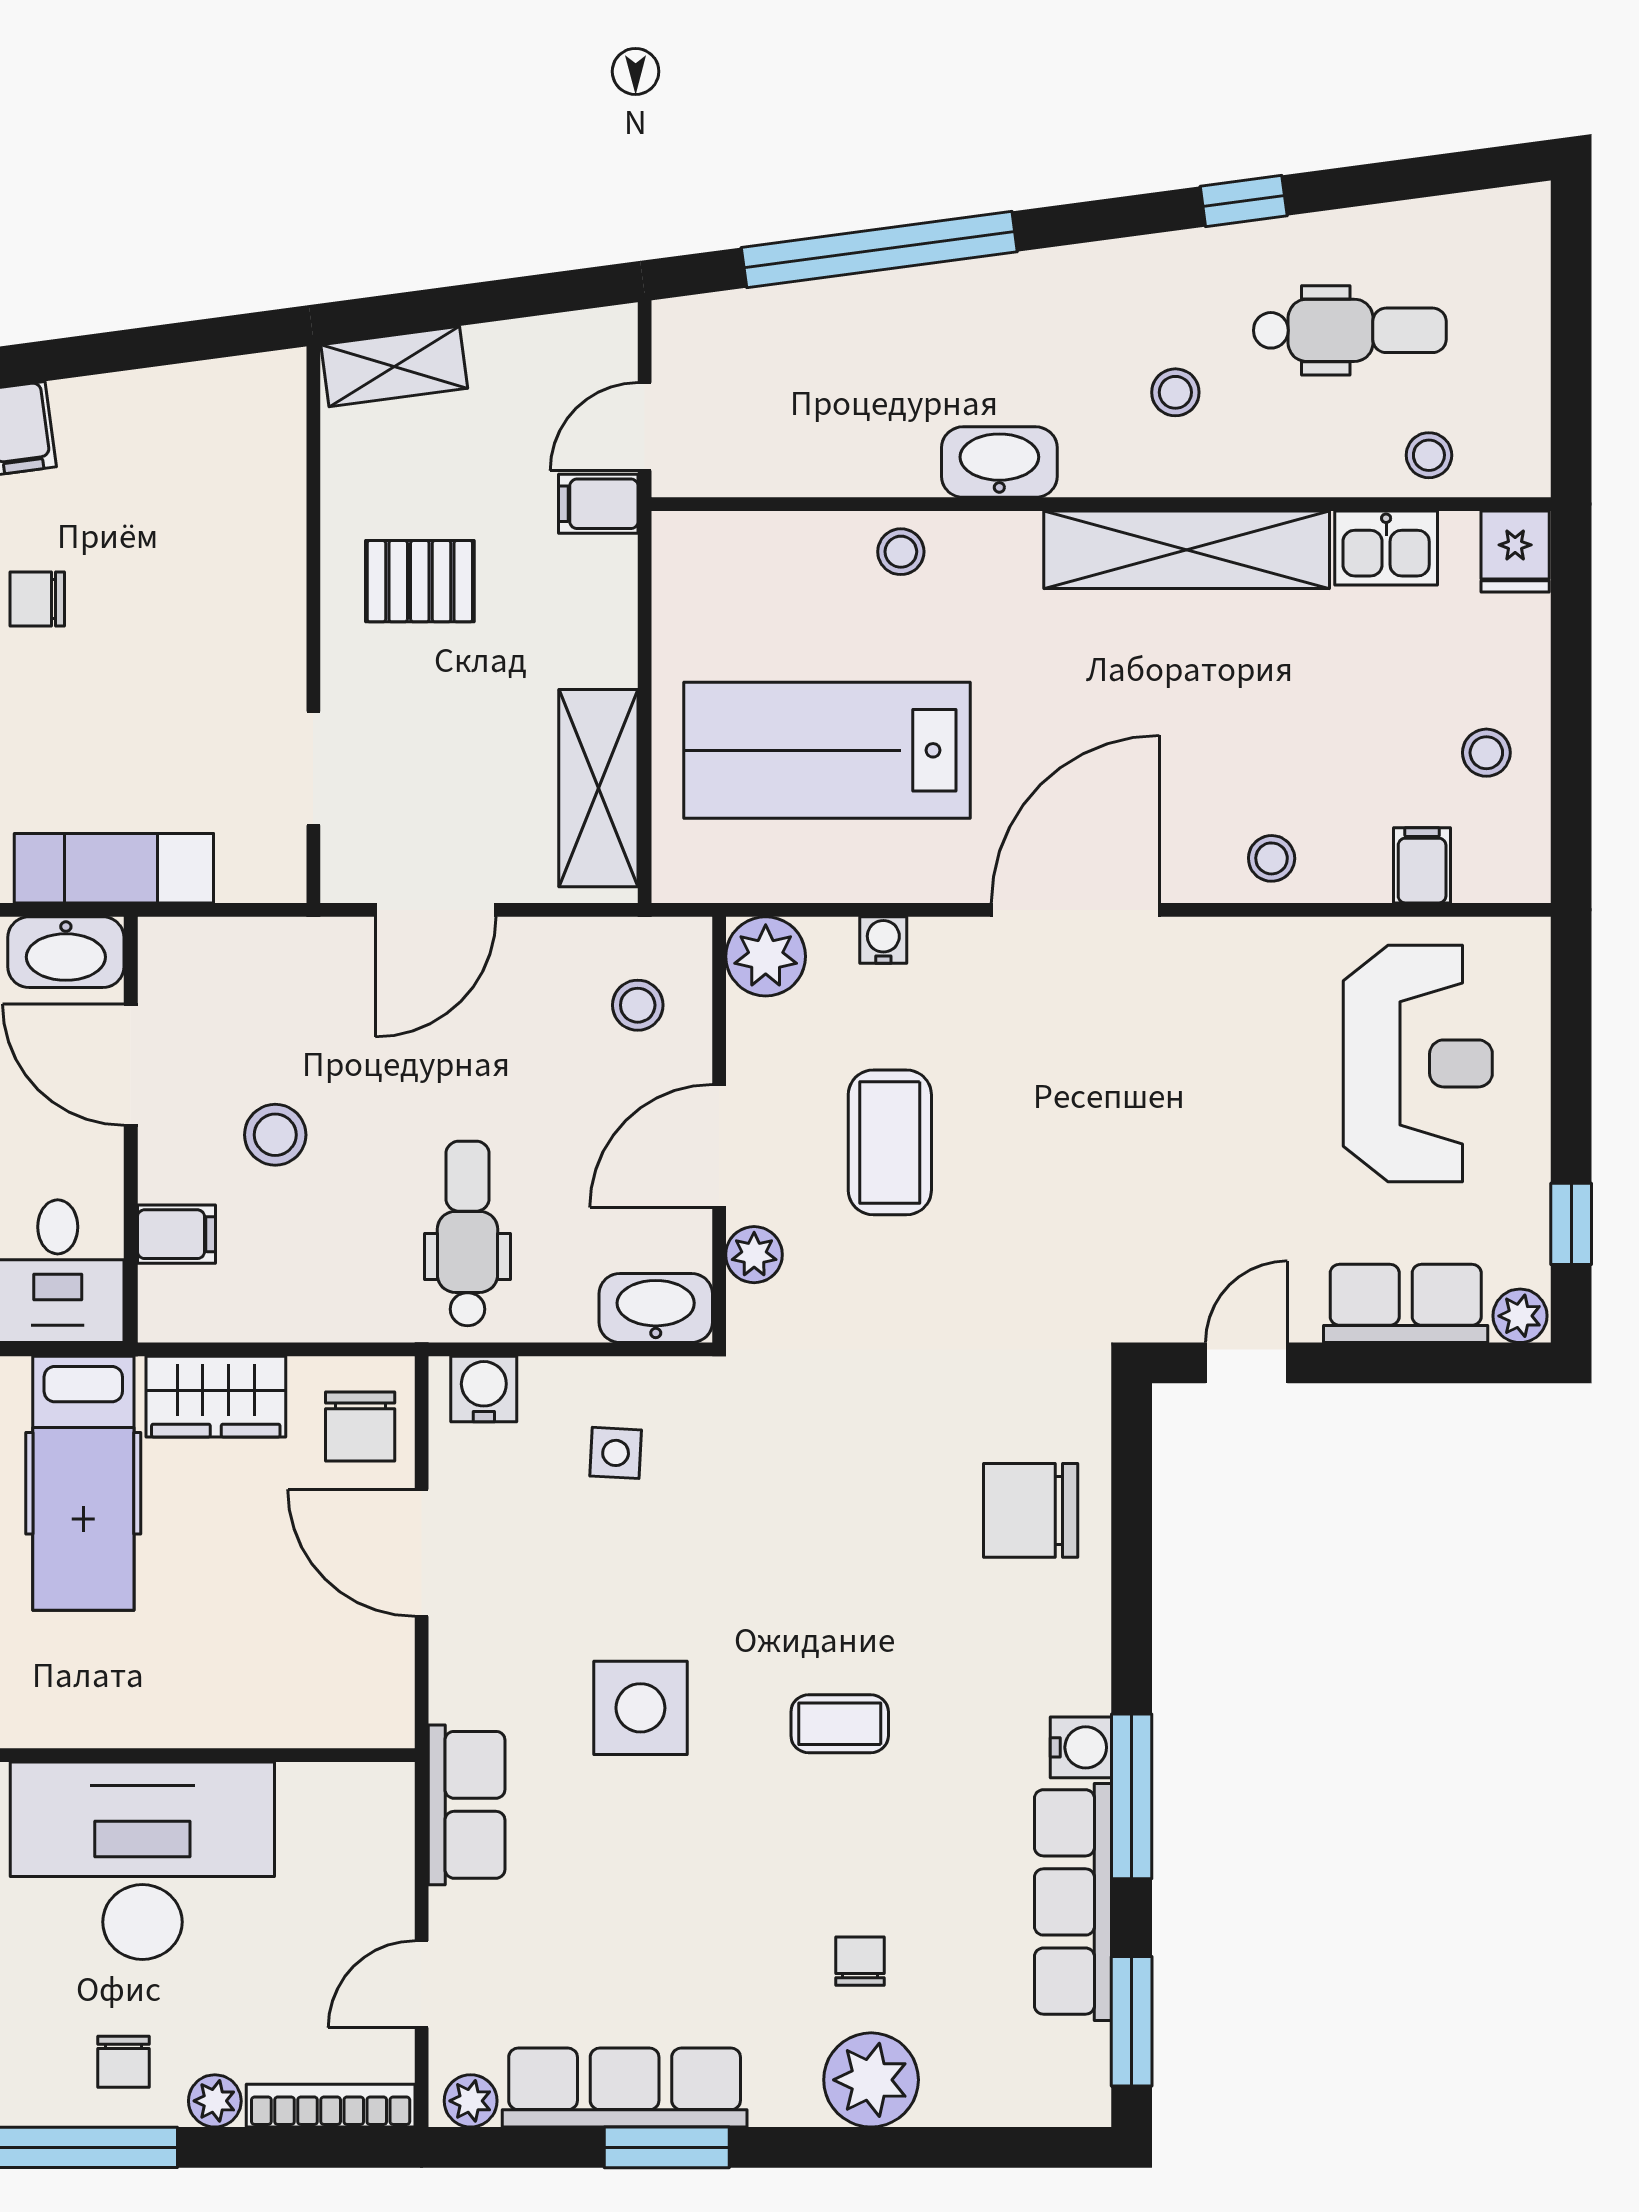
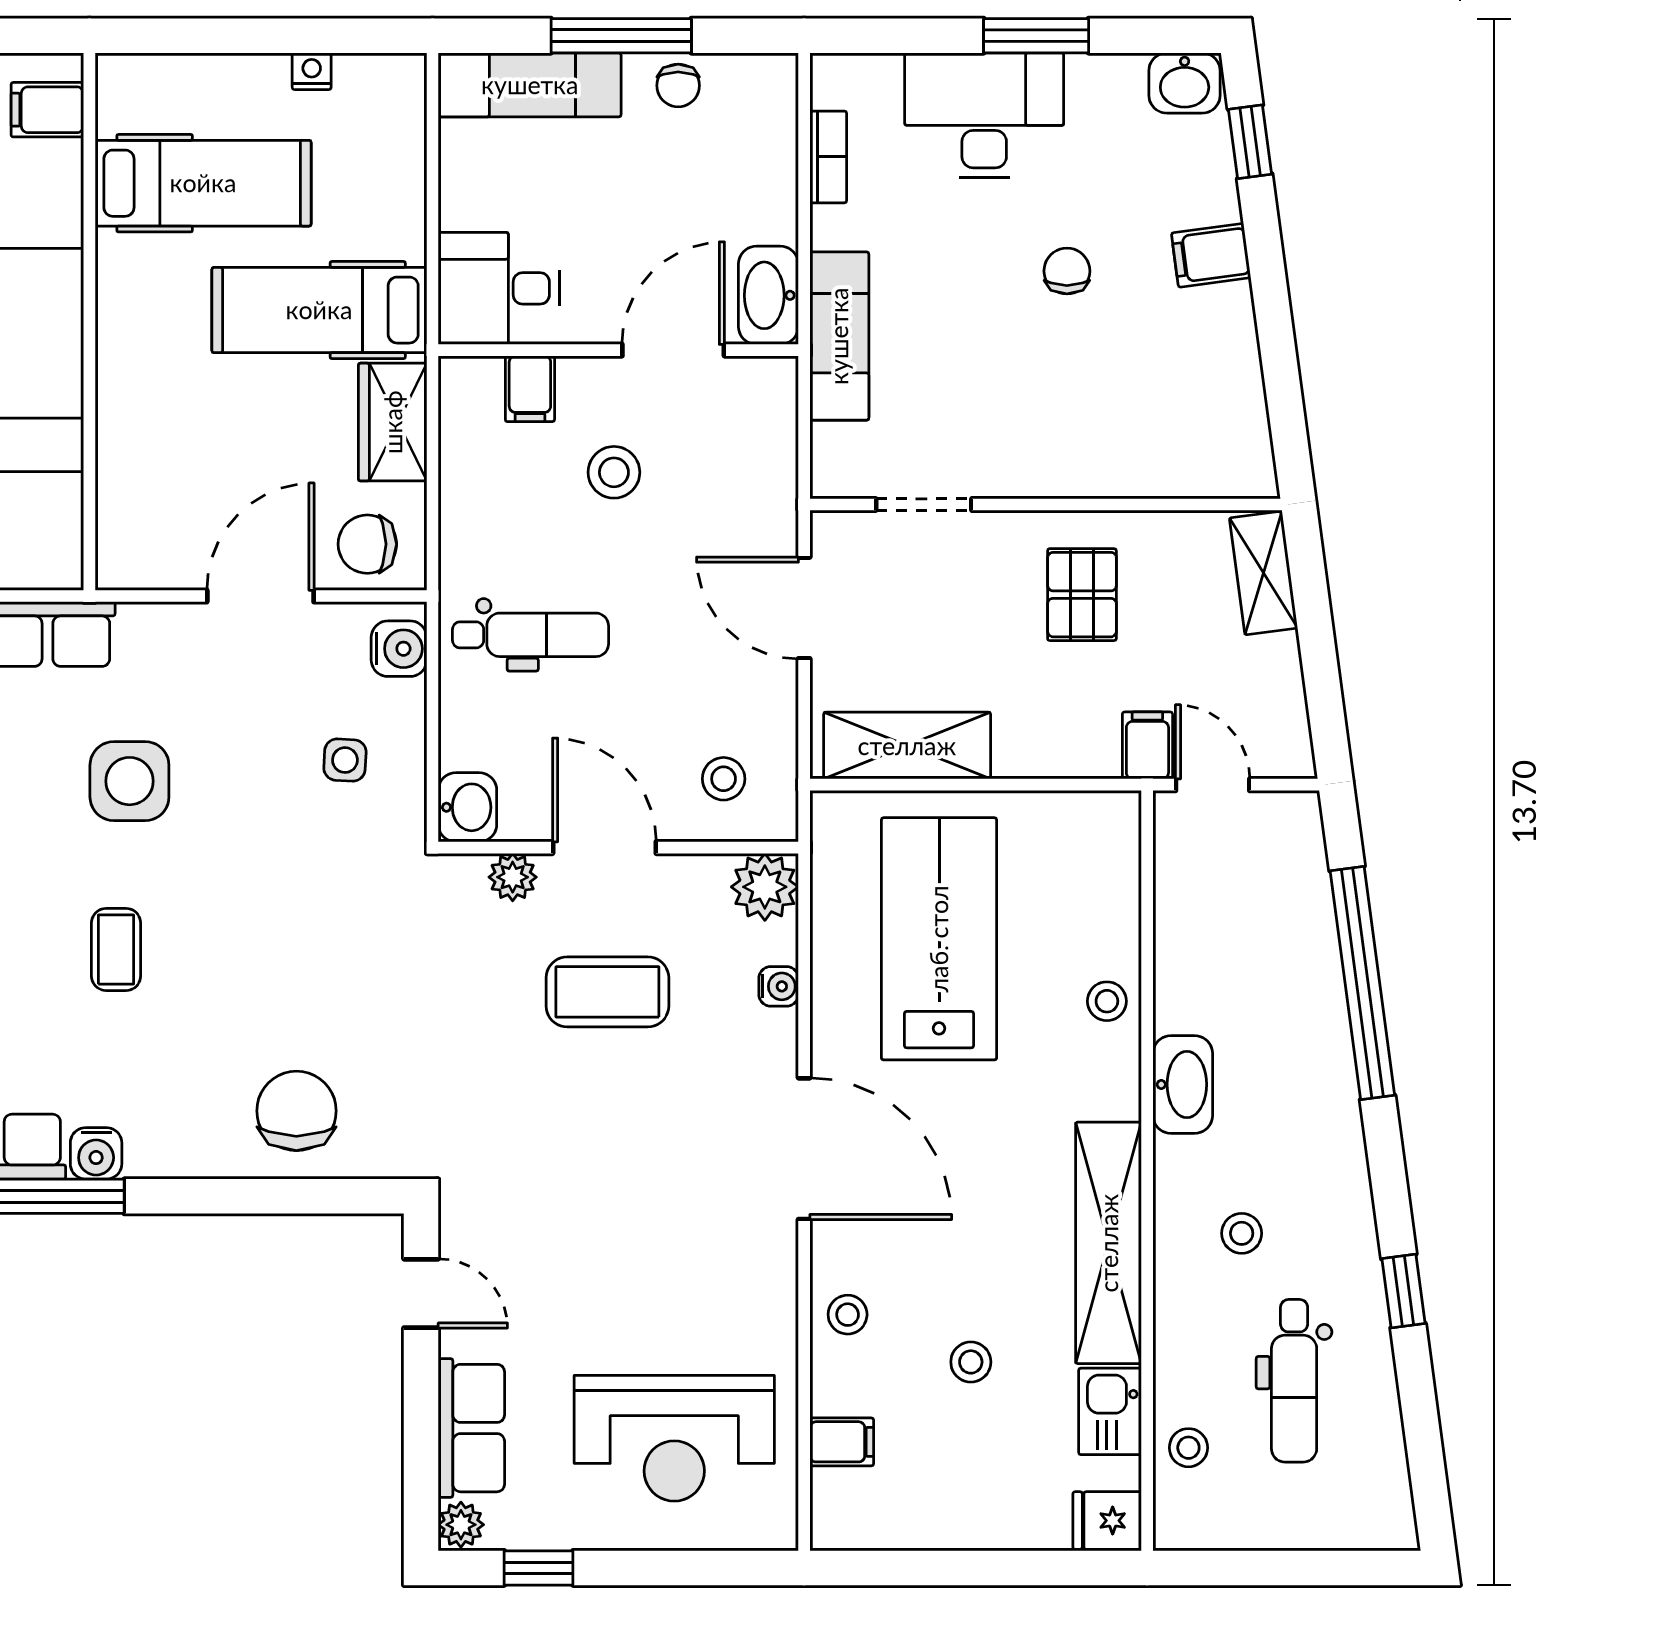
stool: (1486, 753) -> (971, 1362), moved
washbasin: (656, 1308) -> (467, 807), width x0.72

